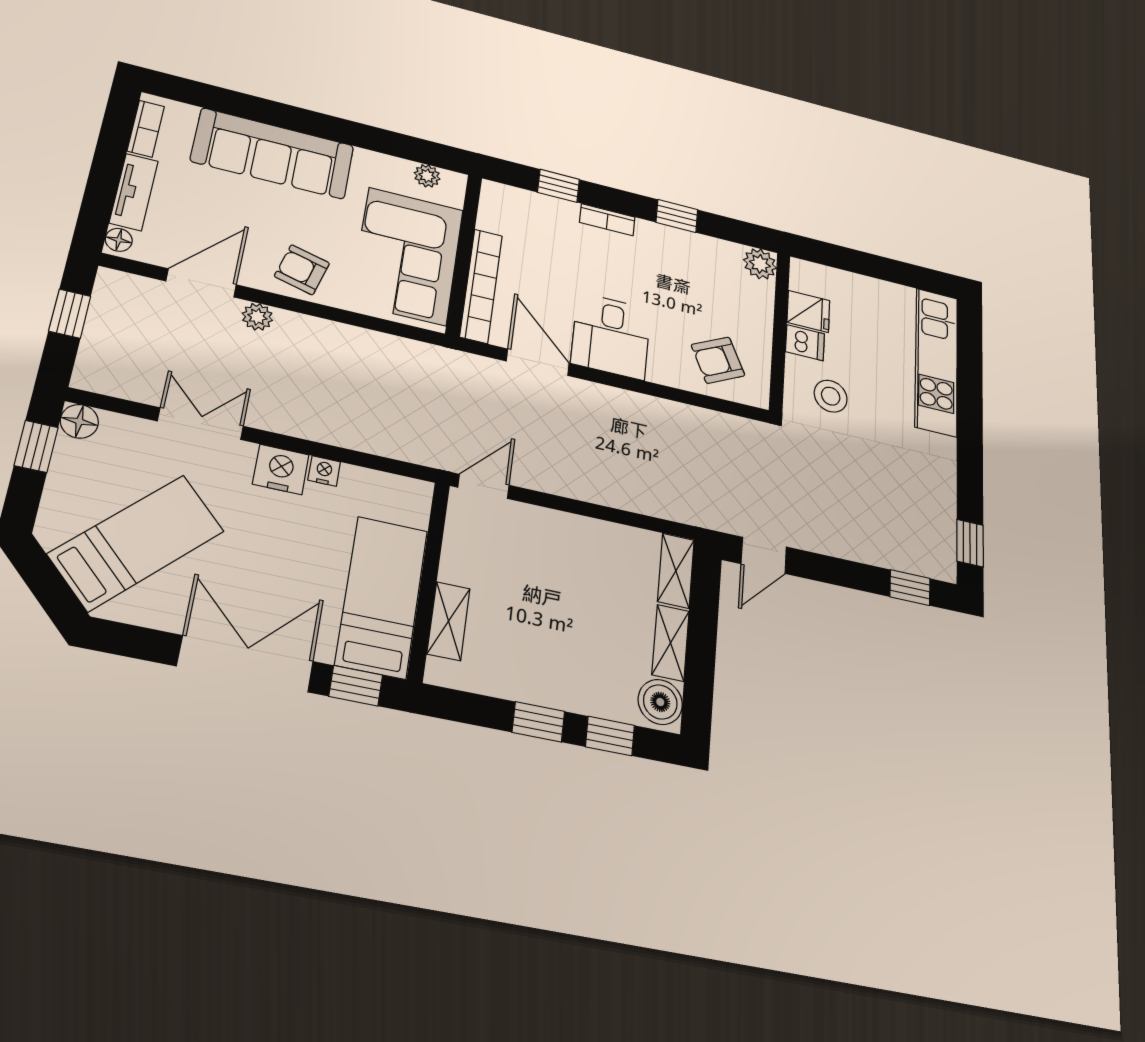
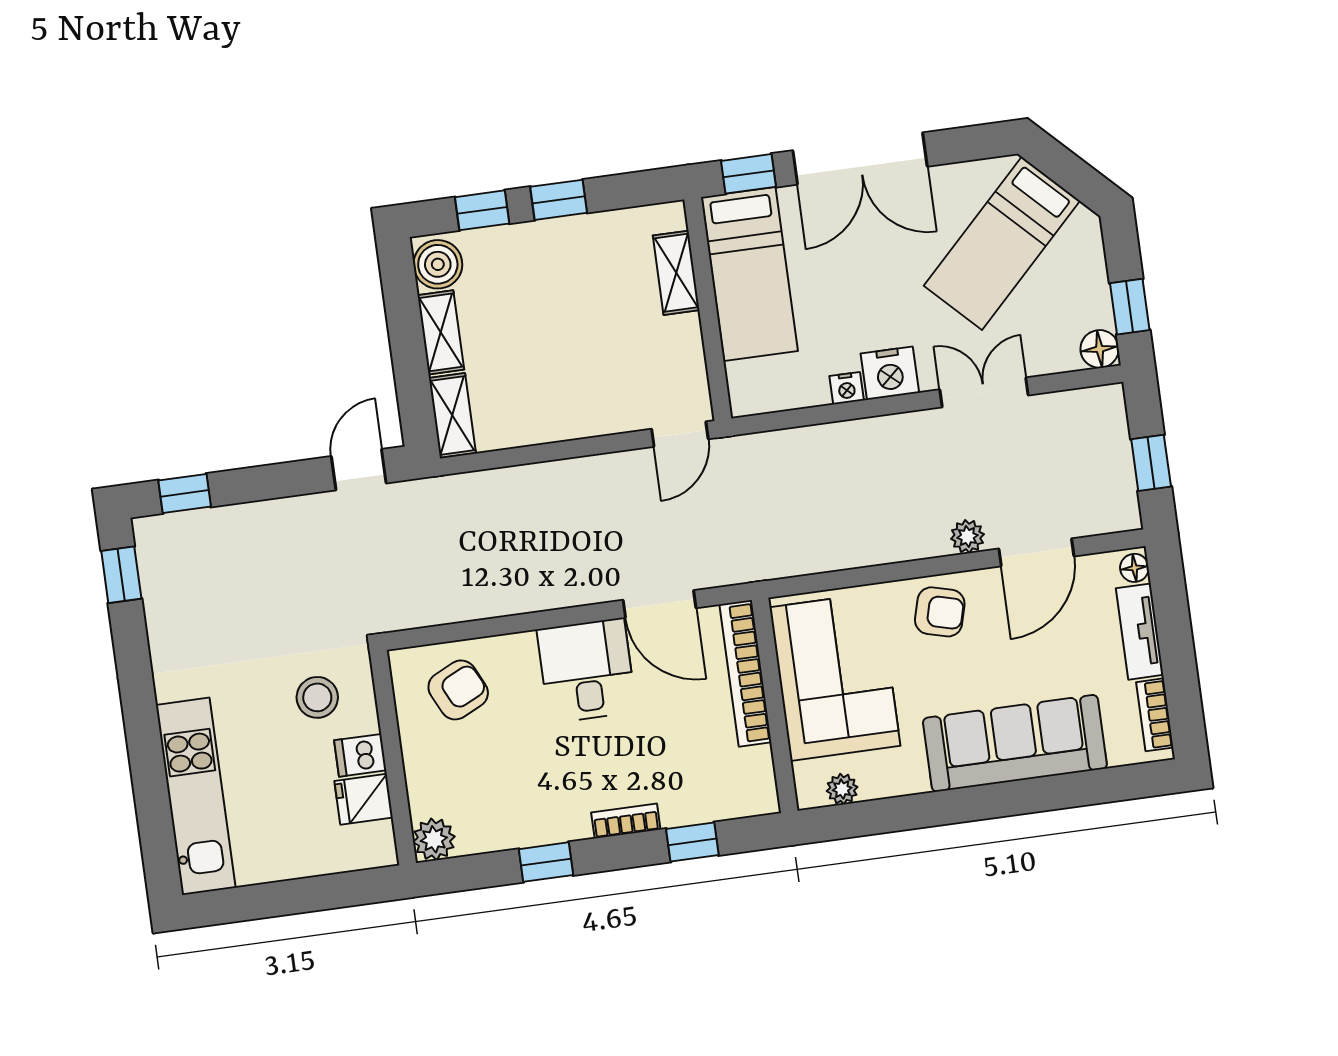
double door: (200, 424) -> (984, 392), swing flipped

